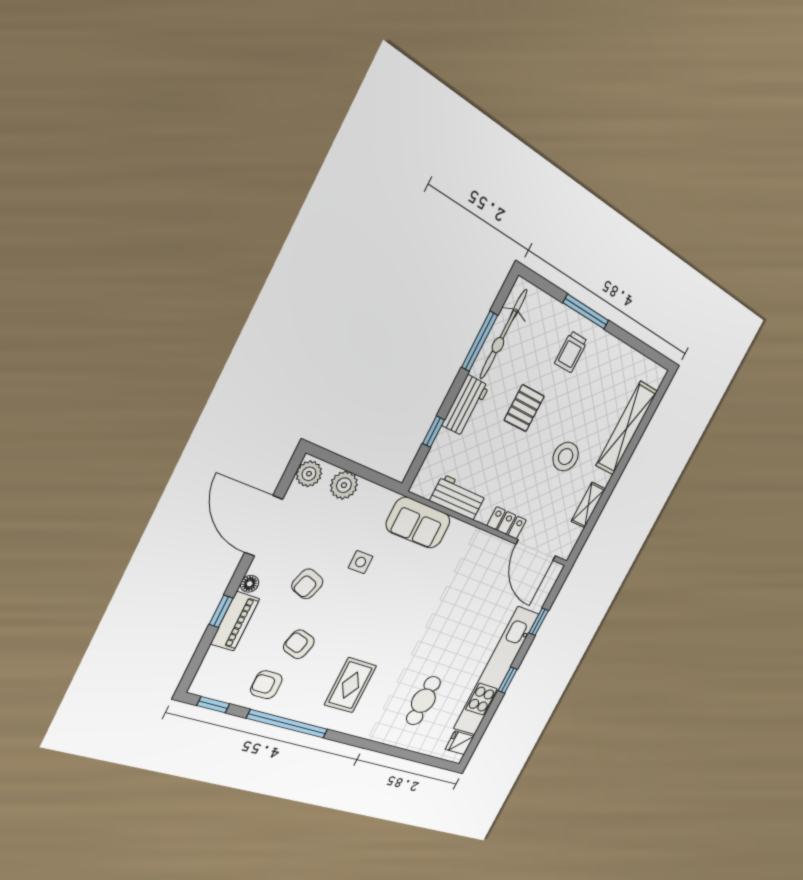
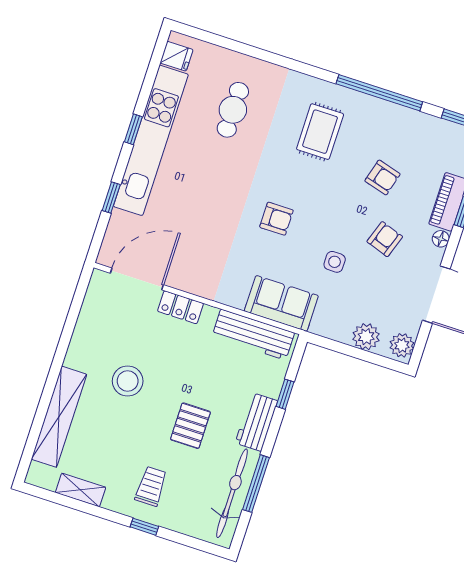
window: (586, 312) -> (144, 527), width x0.46
workbench: (458, 497) -> (253, 335), width x1.38
shelving: (588, 505) -> (81, 490), moved, turned 90
door: (536, 550) -> (137, 279), hinge flipped
armchair: (266, 685) -> (276, 219), moved

